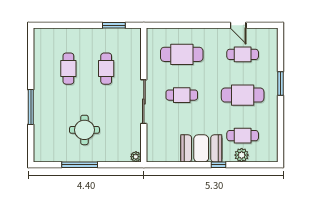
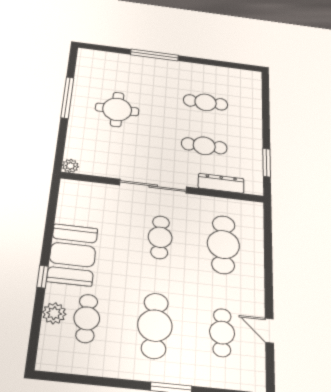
door: (238, 25) -> (269, 331), hinge flipped
dresser: (135, 56) -> (221, 183), added

